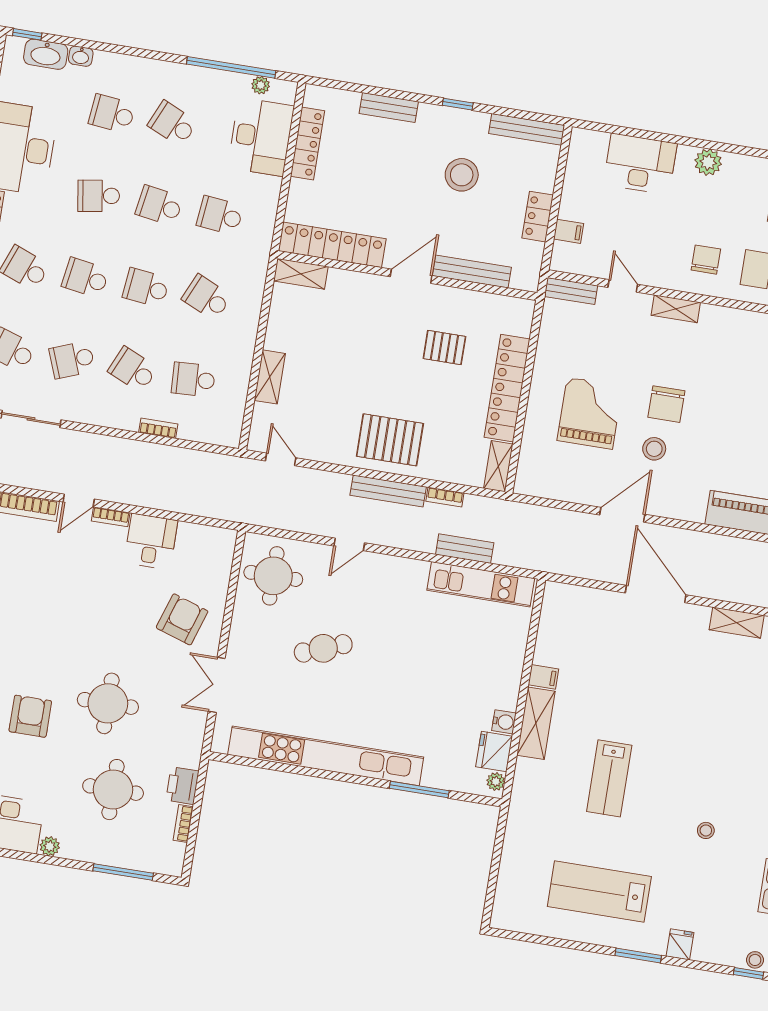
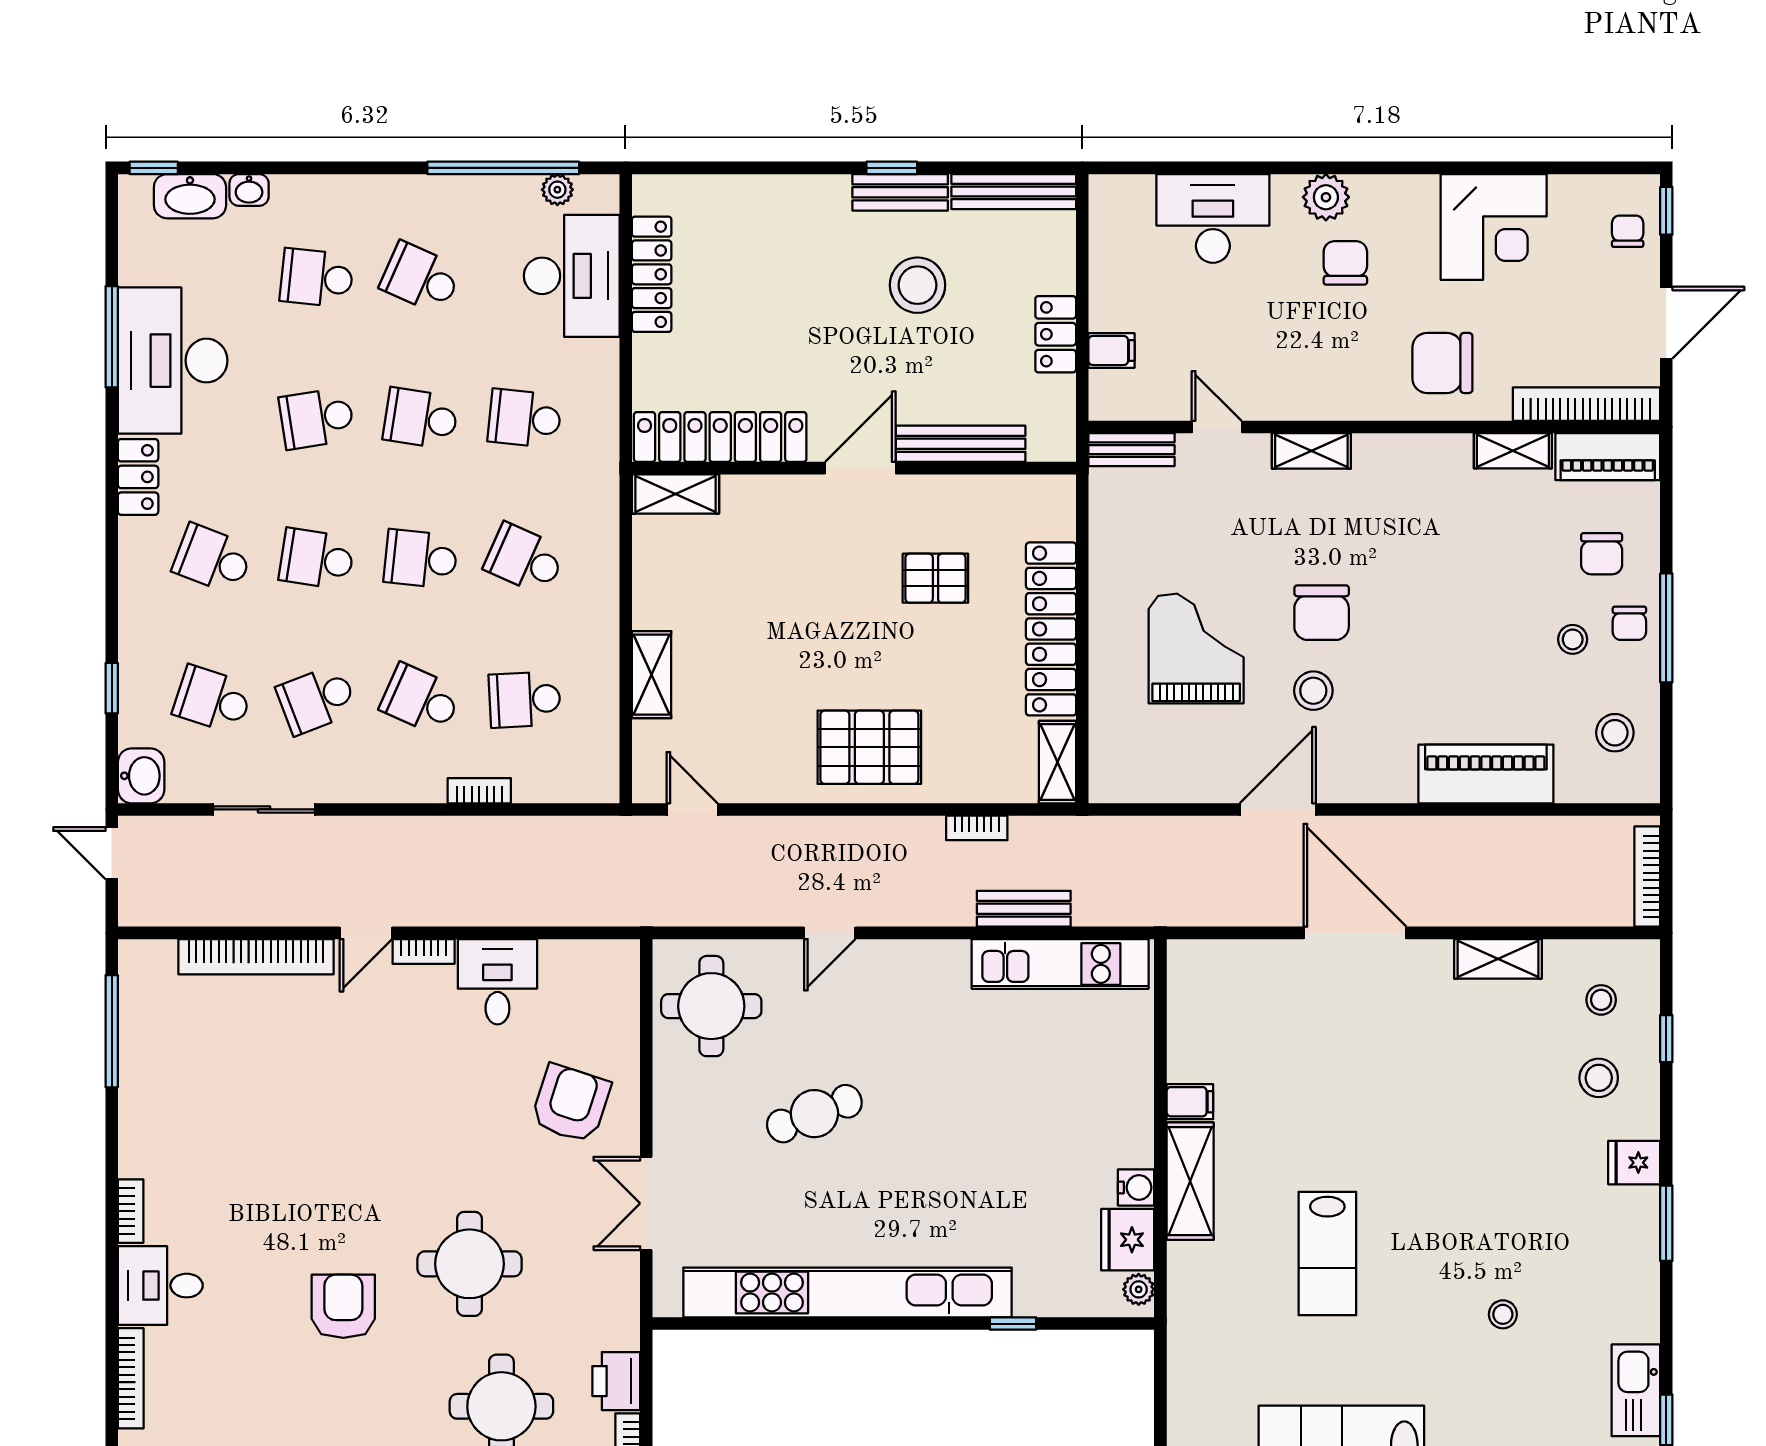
bench: (389, 108) -> (900, 192), moved
chair: (706, 260) -> (1345, 263), moved
bench: (388, 491) -> (880, 833), removed
window: (419, 790) -> (1013, 1324), width x0.46

